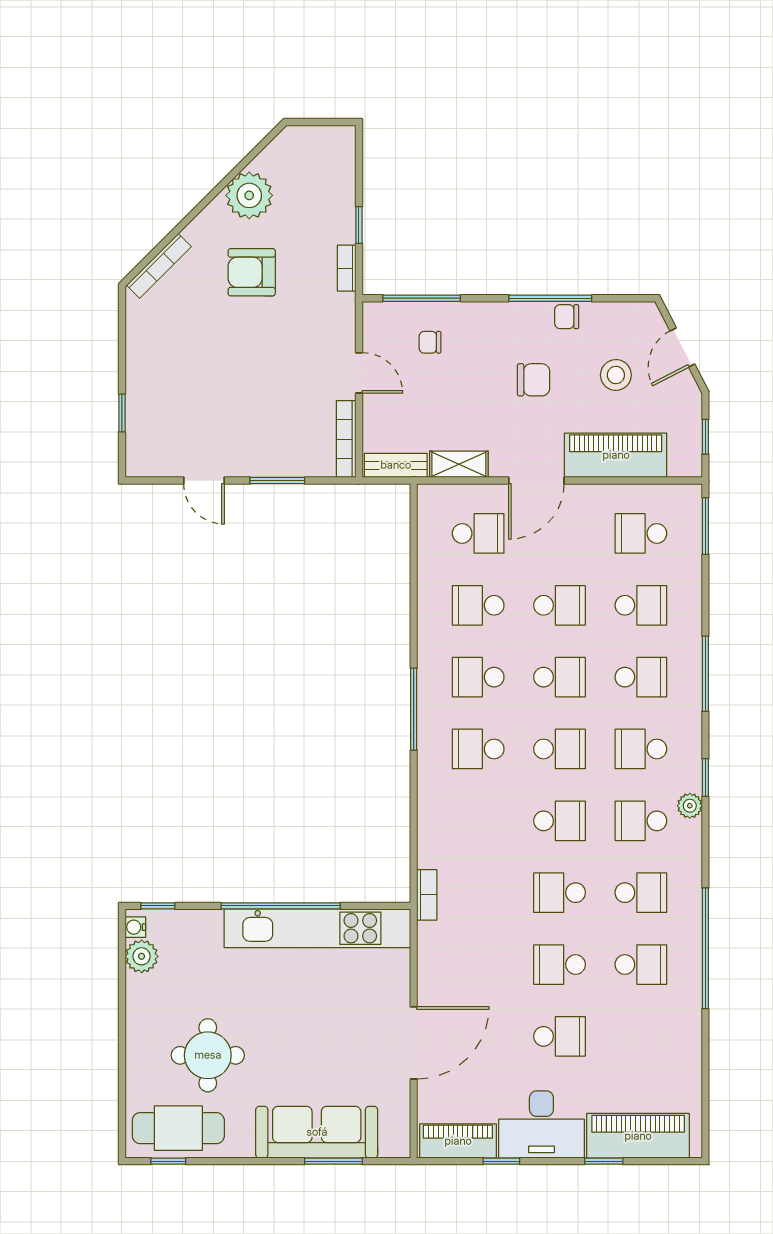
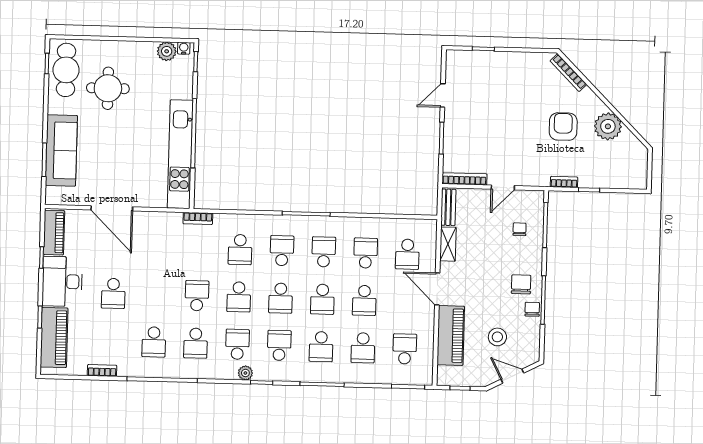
chair: (534, 380) -> (521, 284), moved, turned 180
school desk: (560, 965) -> (240, 250), moved, turned 180
bookcase: (692, 1052) -> (102, 371), added

